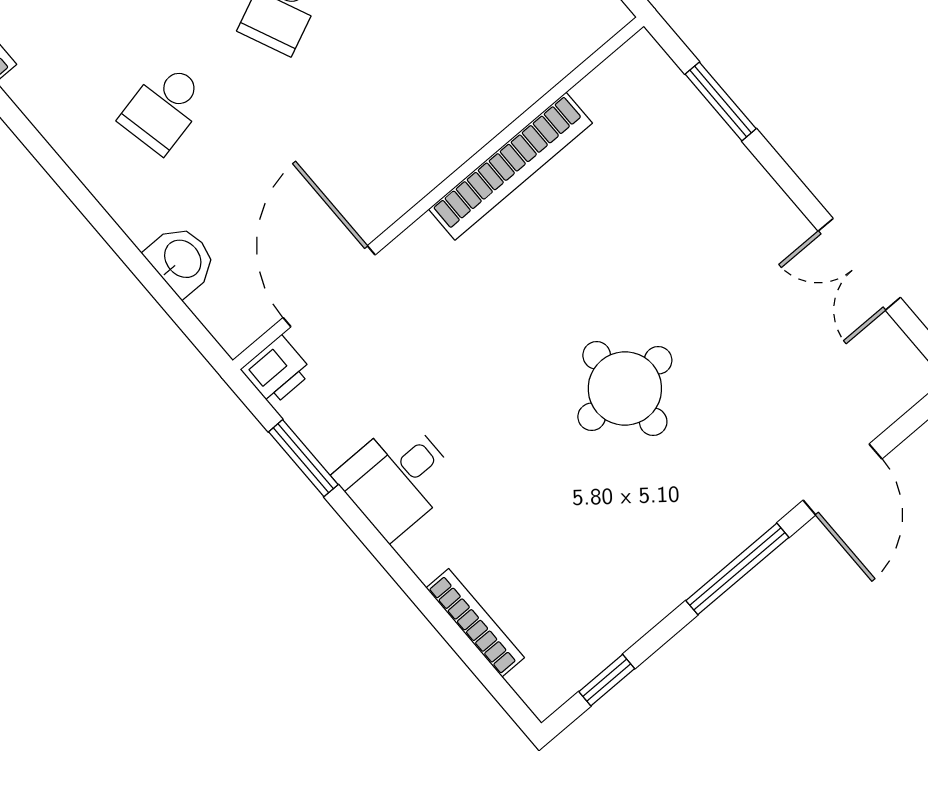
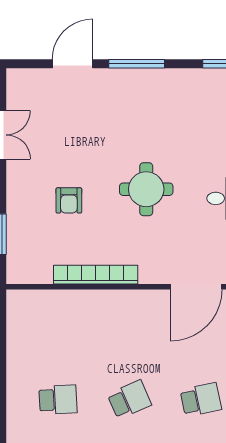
armchair: (658, 250) -> (69, 200), added
round table: (625, 389) -> (146, 189), moved

